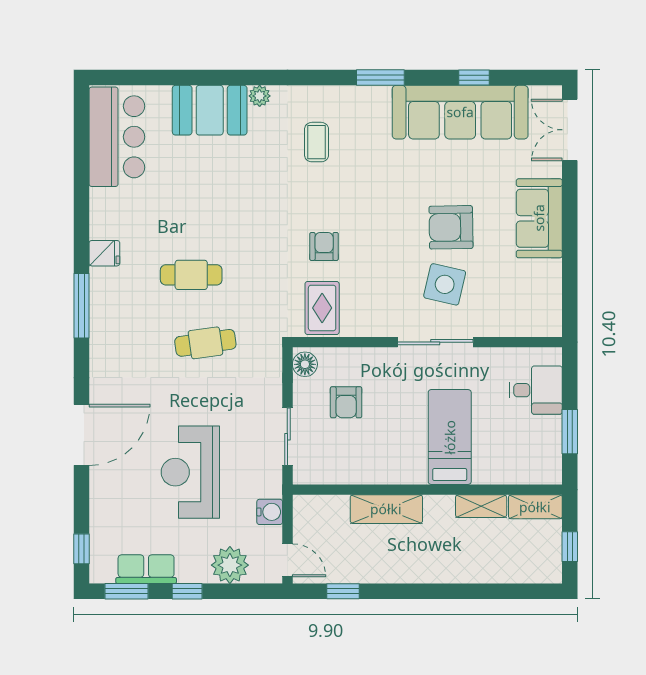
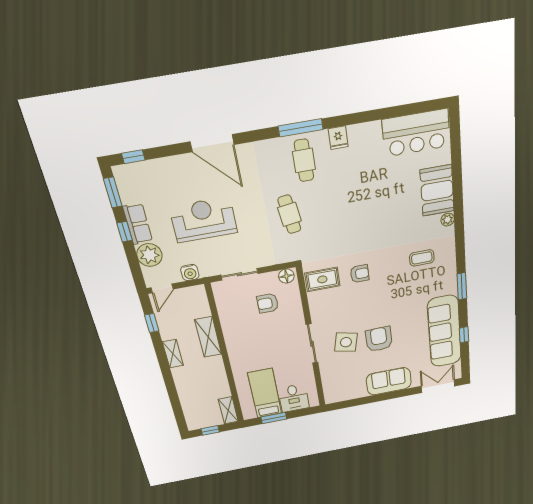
cafe table: (191, 275) -> (304, 160), moved
bed: (450, 437) -> (265, 393), moved, turned -90
shelving: (481, 506) -> (173, 354), moved
row of seats: (146, 569) -> (138, 224), moved

